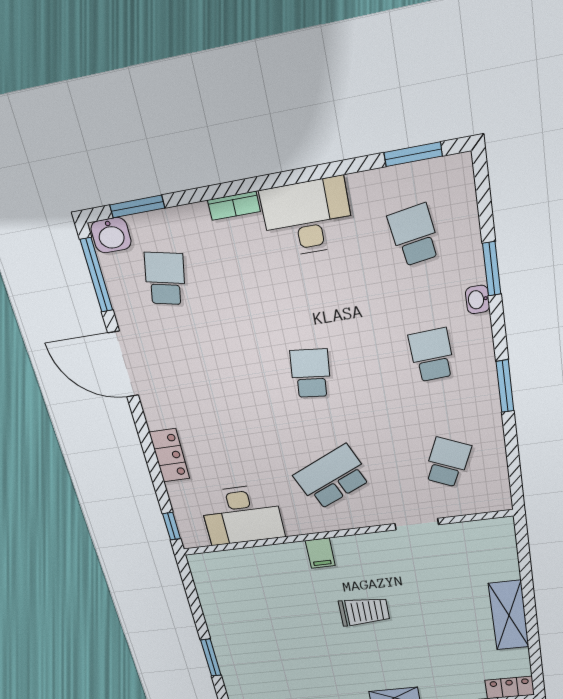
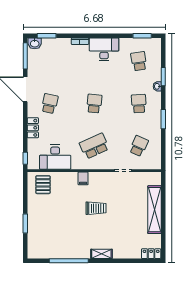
school desk: (165, 279) -> (50, 104), moved
pallet: (229, 577) -> (43, 185), added
shelving: (509, 615) -> (154, 210), width x1.47

